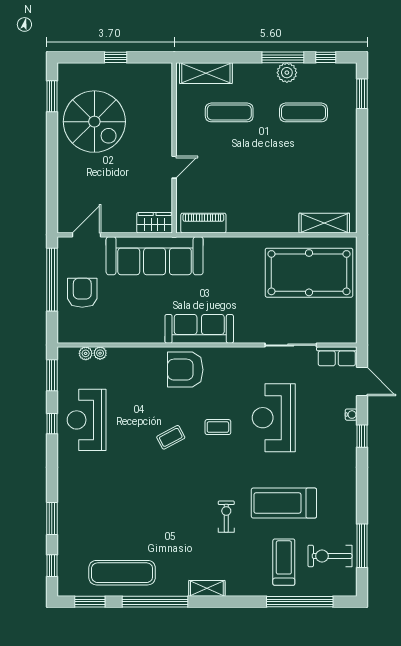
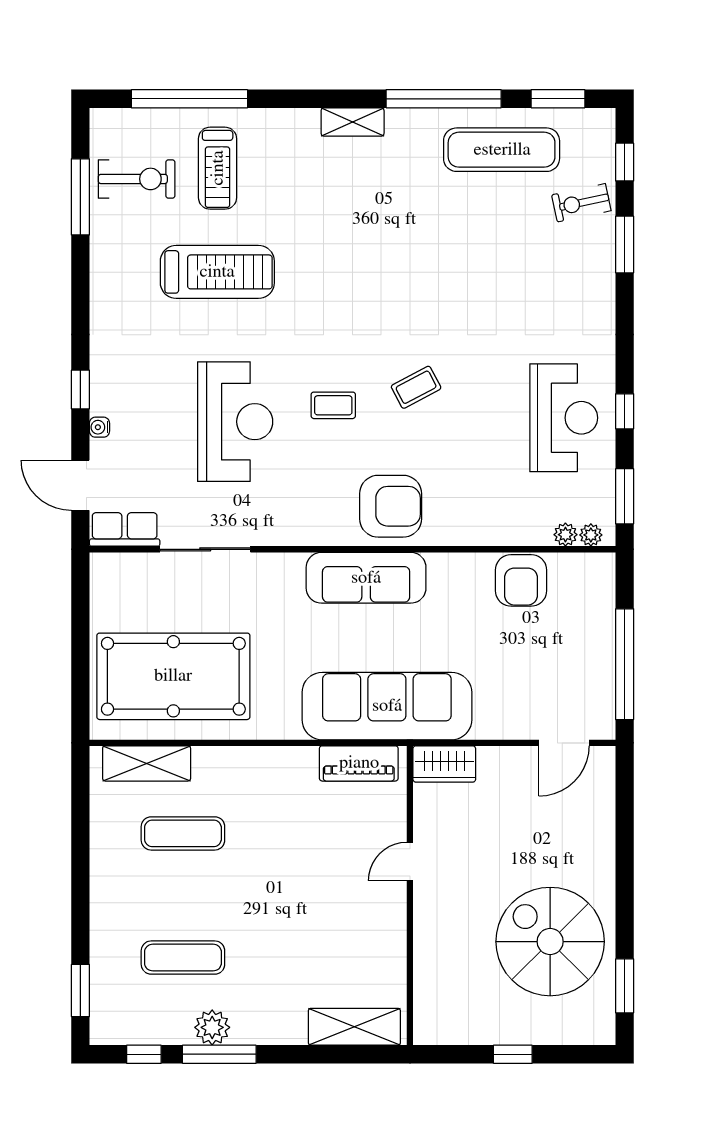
exercise mat: (229, 112) -> (183, 833), moved
sofa: (155, 256) -> (387, 706), moved
armchair: (82, 293) -> (521, 580), moved
plant: (100, 353) -> (591, 535), moved
exercise bike: (226, 517) -> (581, 203), moved, turned 78

